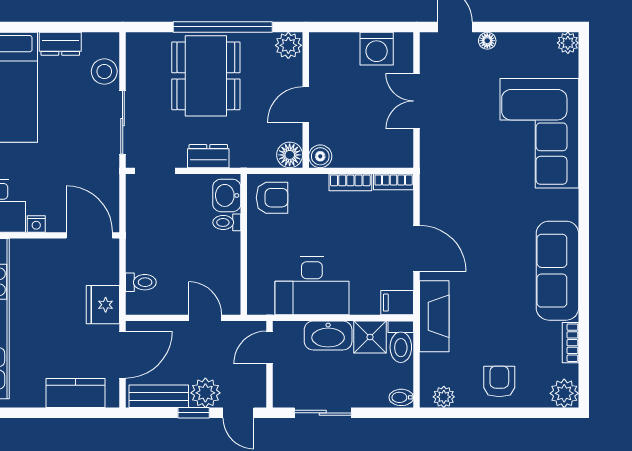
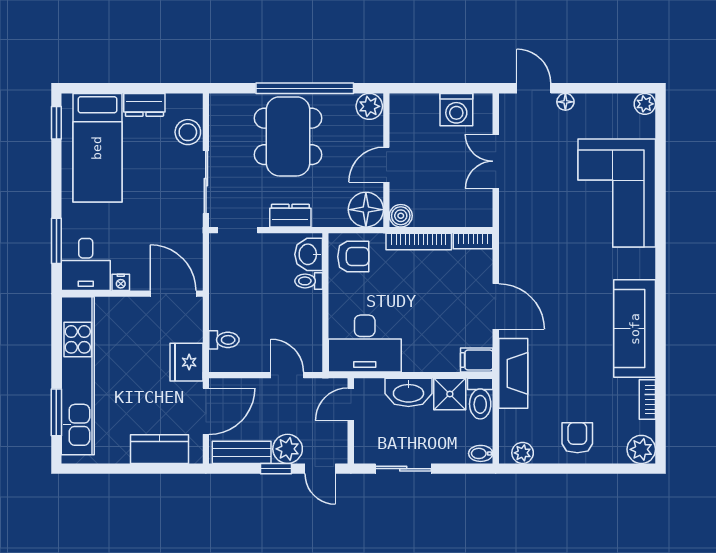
floor lamp: (290, 155) -> (366, 210), width x1.38, depth x1.38
bookcase: (350, 182) -> (419, 242), width x1.56
desk: (312, 286) -> (365, 343), moved

